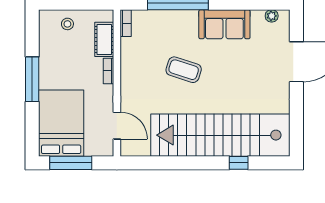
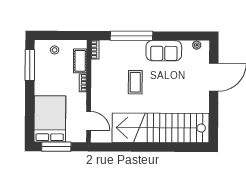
coffee table: (184, 70) -> (135, 82), turned 72
window: (32, 79) -> (30, 65), moved
window: (239, 163) -> (173, 147), removed

